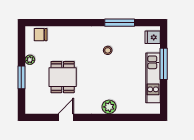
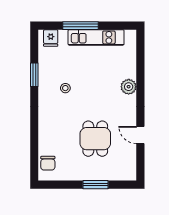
window: (120, 23) -> (34, 75), width x0.69
plant: (30, 60) -> (76, 175), removed
dining table: (63, 77) -> (95, 139), turned 90

